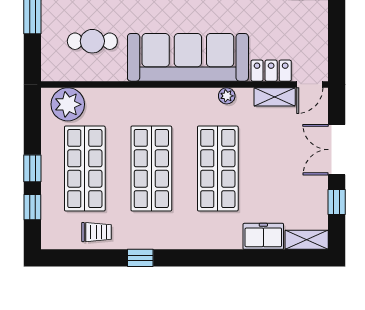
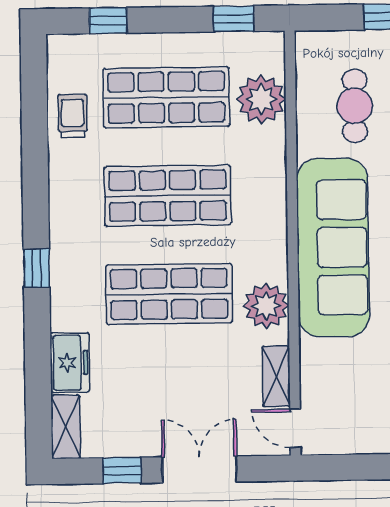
locker: (271, 71) -> (315, 371), removed
plant: (227, 96) -> (266, 306), width x1.88, depth x1.88
plant: (68, 104) -> (261, 99), moved
window: (32, 168) -> (234, 19), moved
trolley: (96, 232) -> (73, 116), turned 180
window: (140, 258) -> (37, 268), moved

